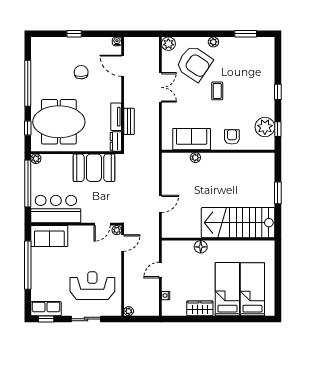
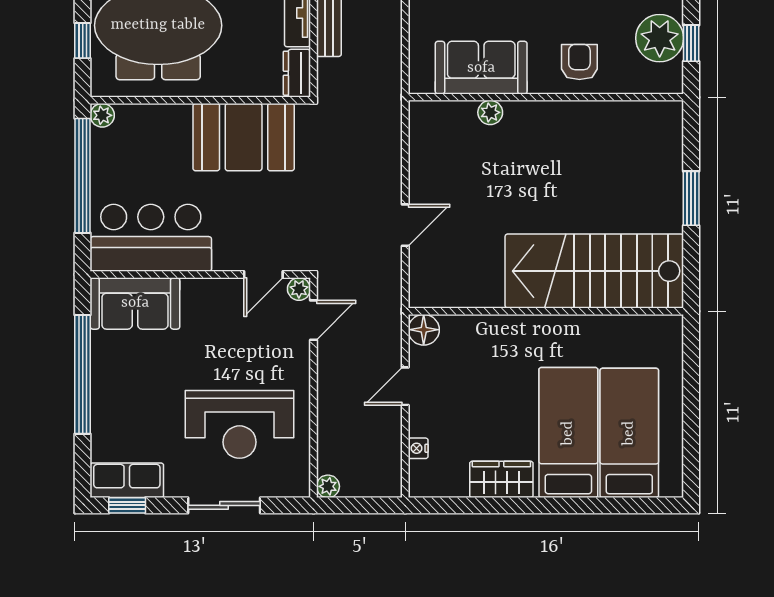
floor lamp: (201, 247) -> (424, 330), moved
reception desk: (92, 286) -> (240, 424), turned 180

